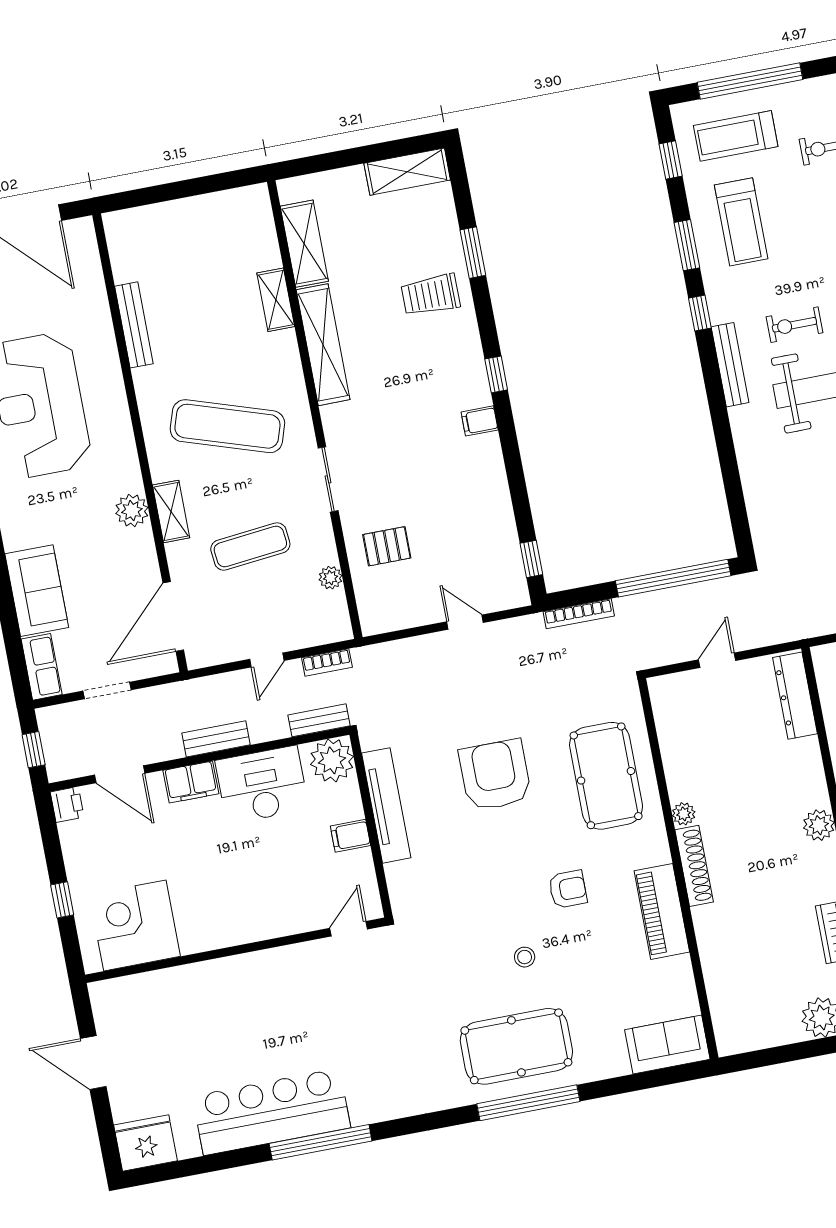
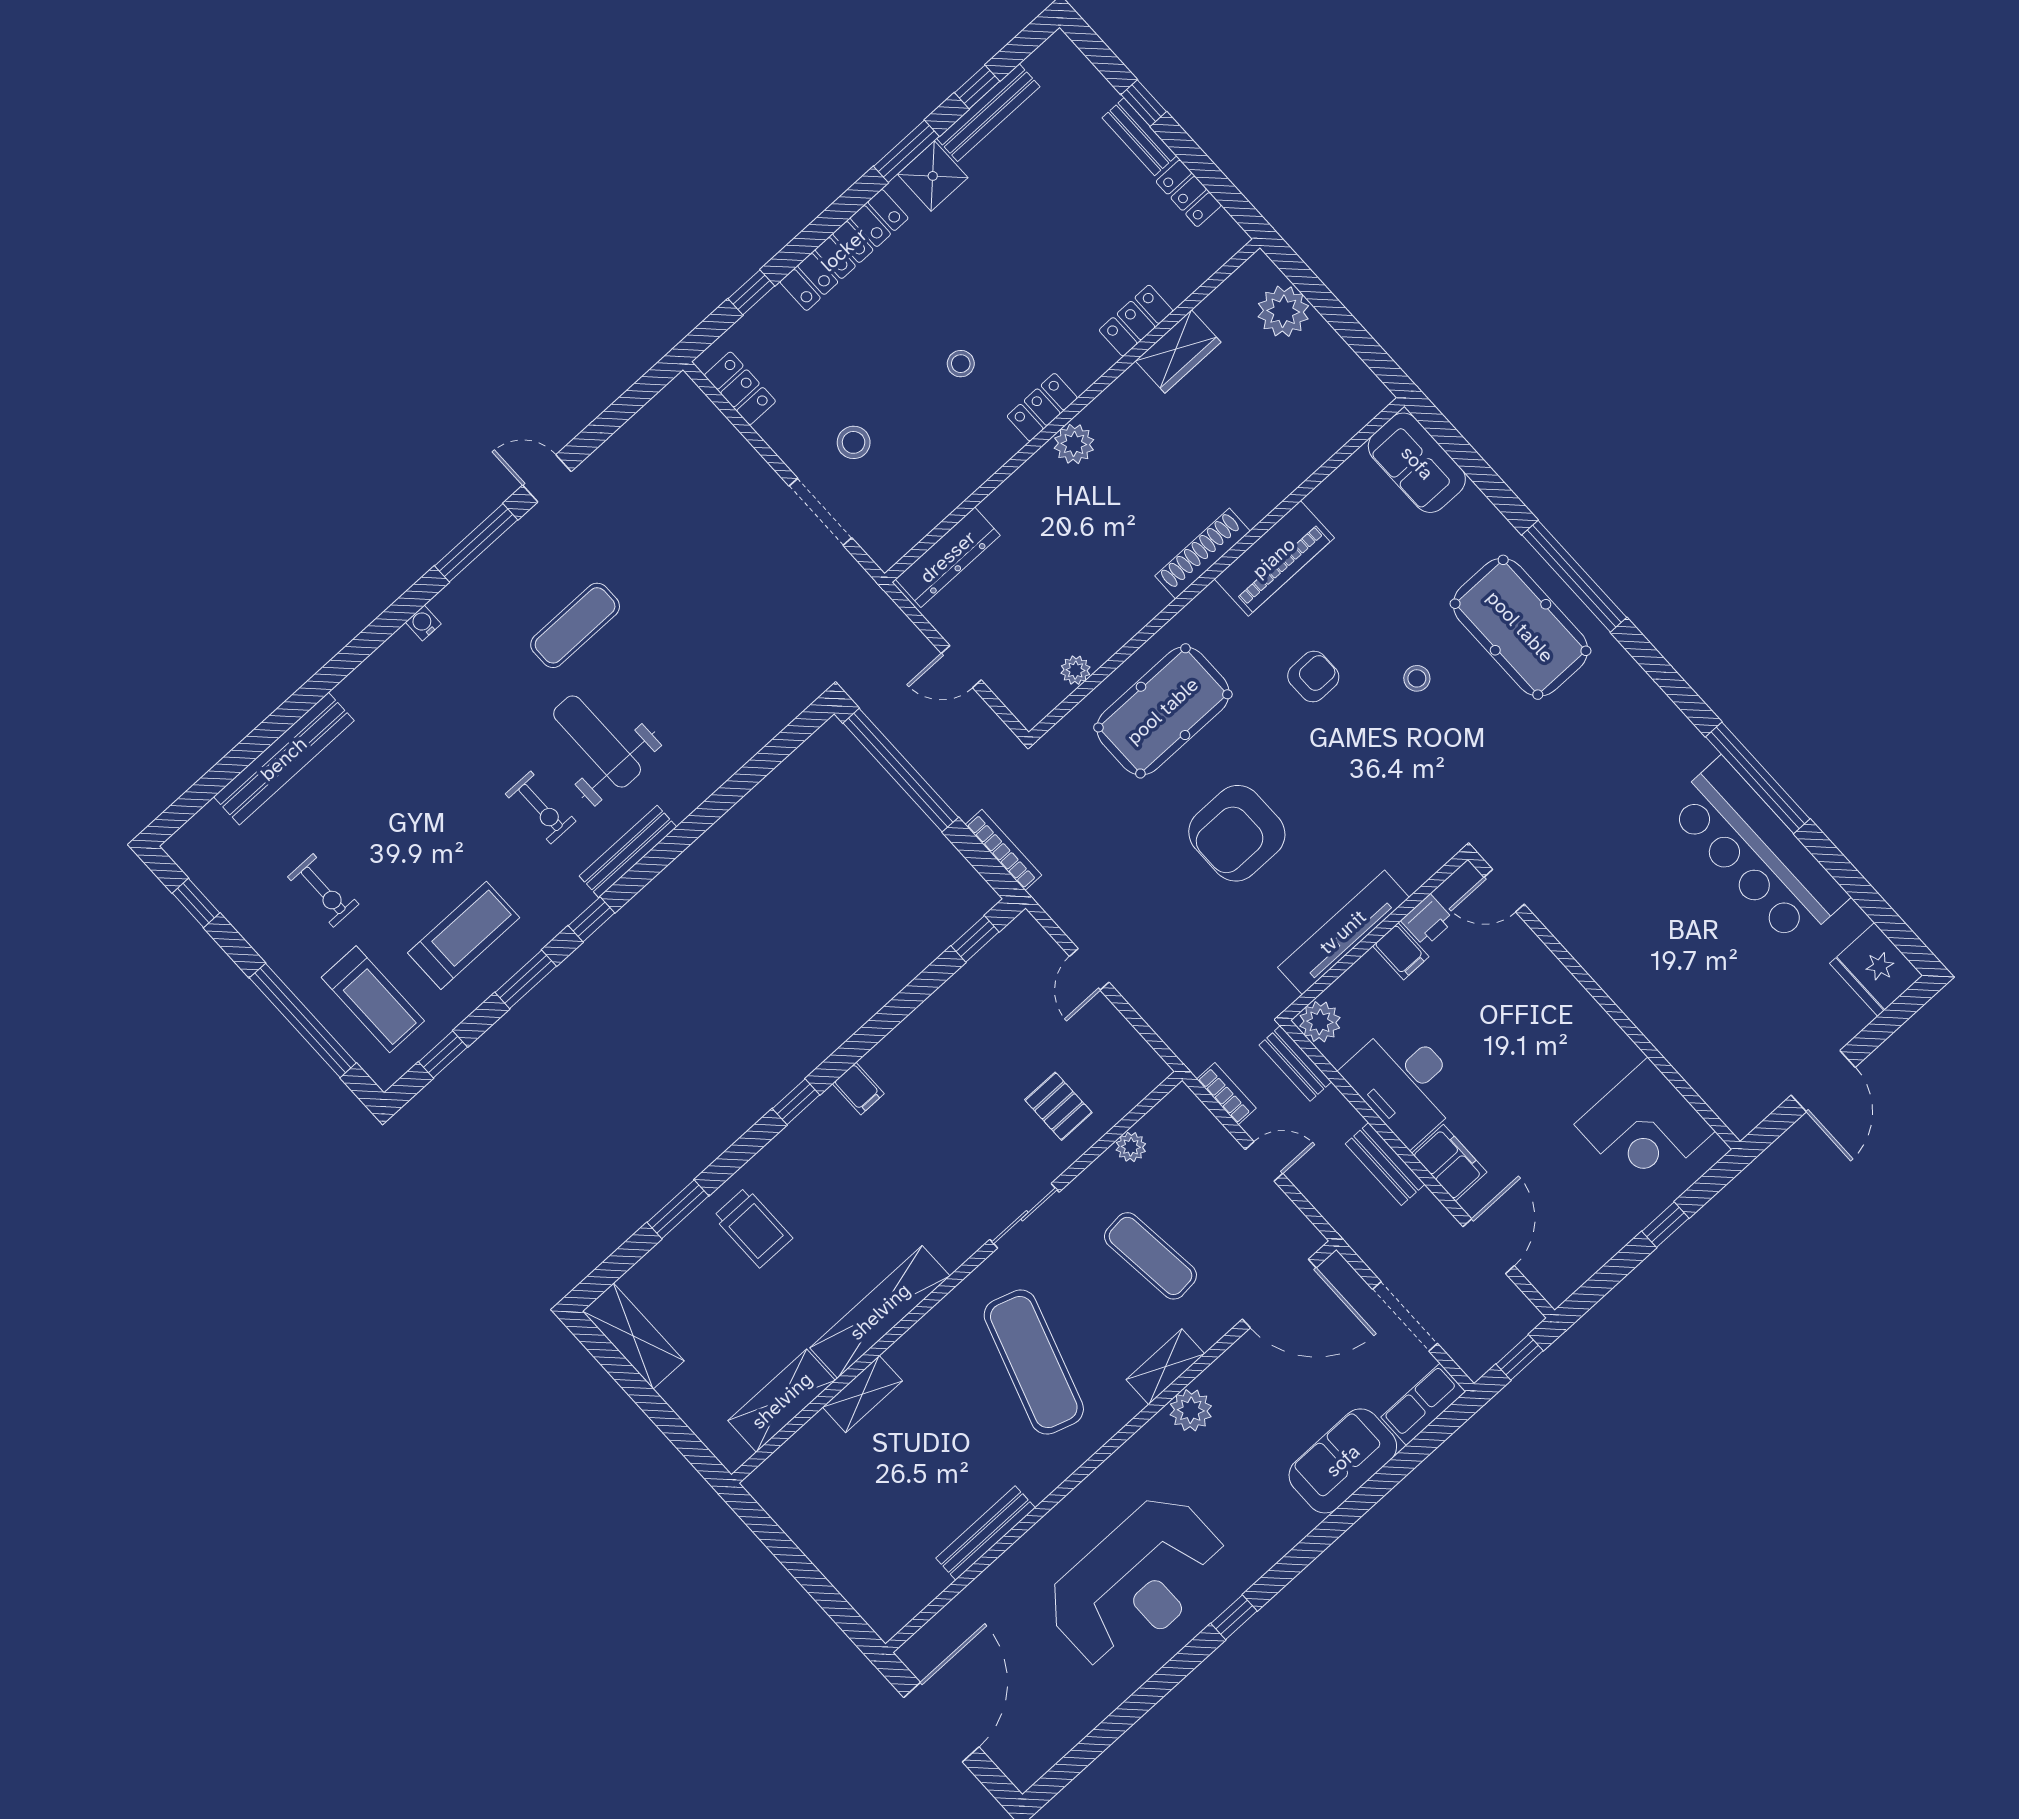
doorway: (107, 690) -> (1405, 1316), width x1.38
plant: (332, 760) -> (1320, 1022), width x0.73, depth x0.73
printer: (67, 805) -> (1428, 921), moved, turned 180
plant: (684, 814) -> (1075, 670), moved
armchair: (568, 889) -> (1313, 677), turned 90

